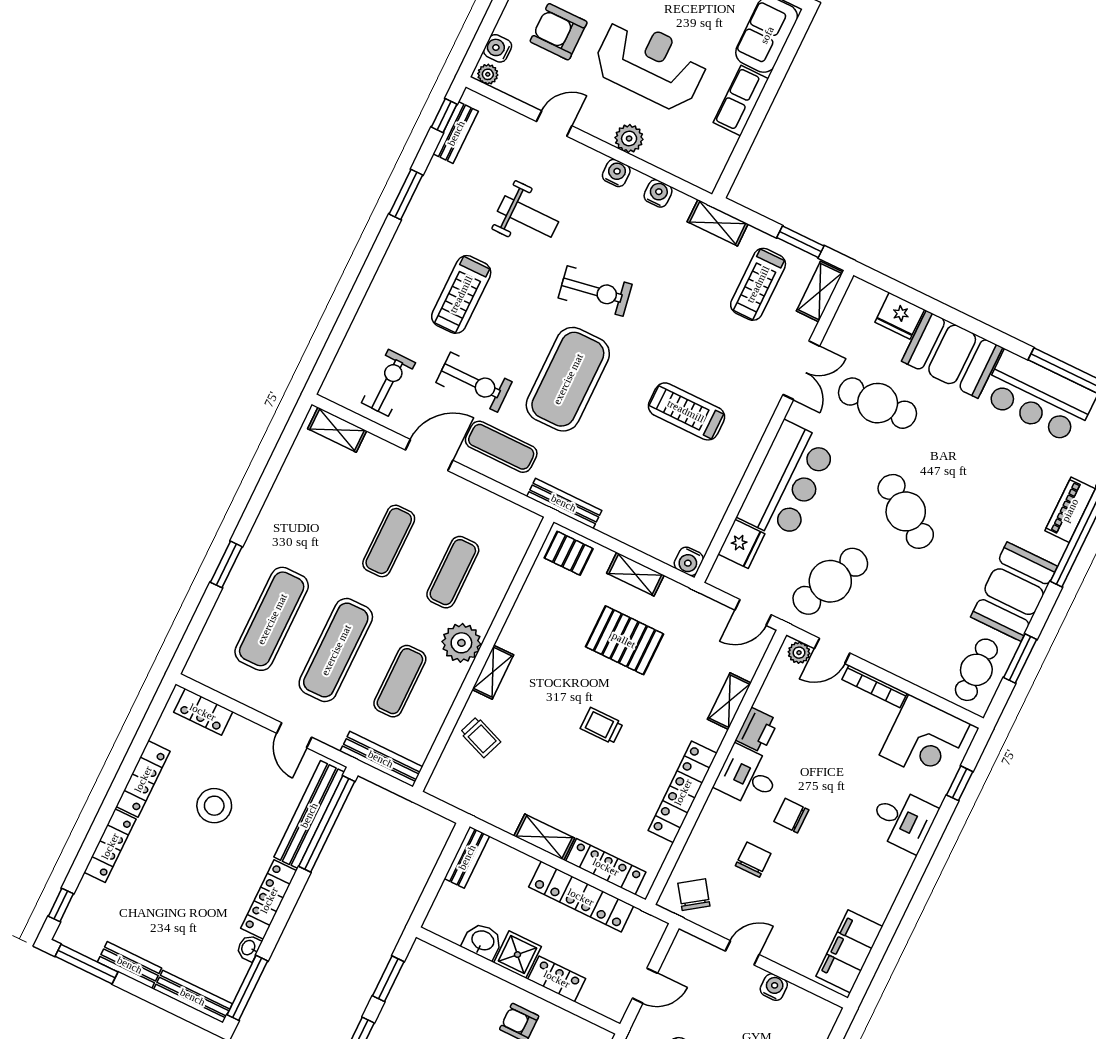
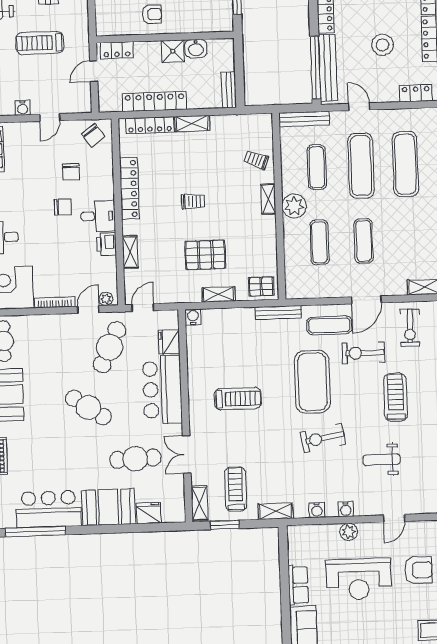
locker: (557, 979) -> (117, 50), moved

